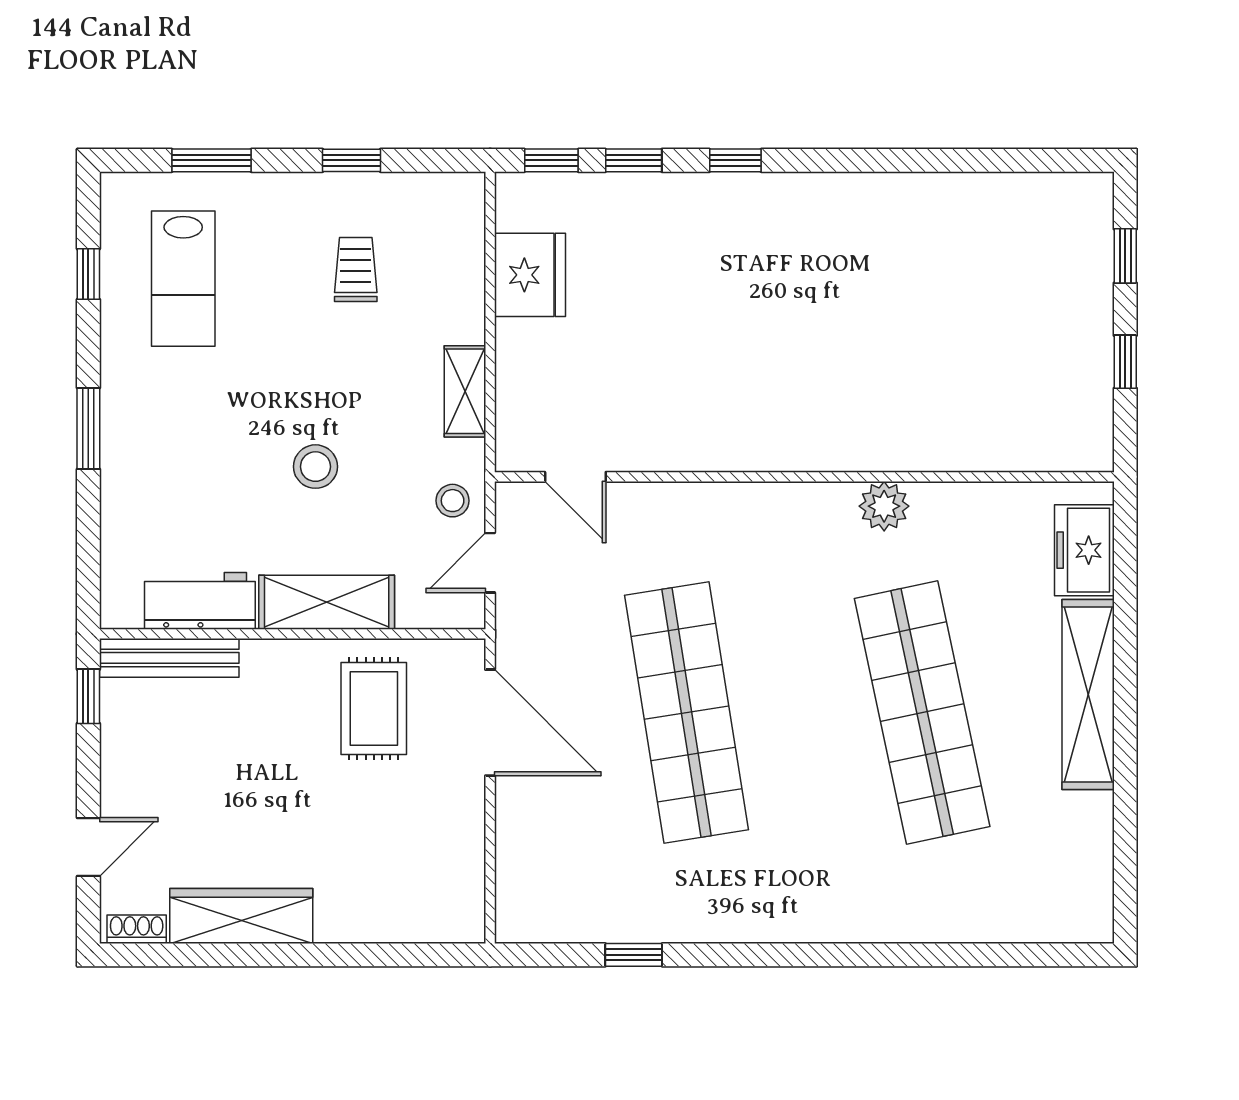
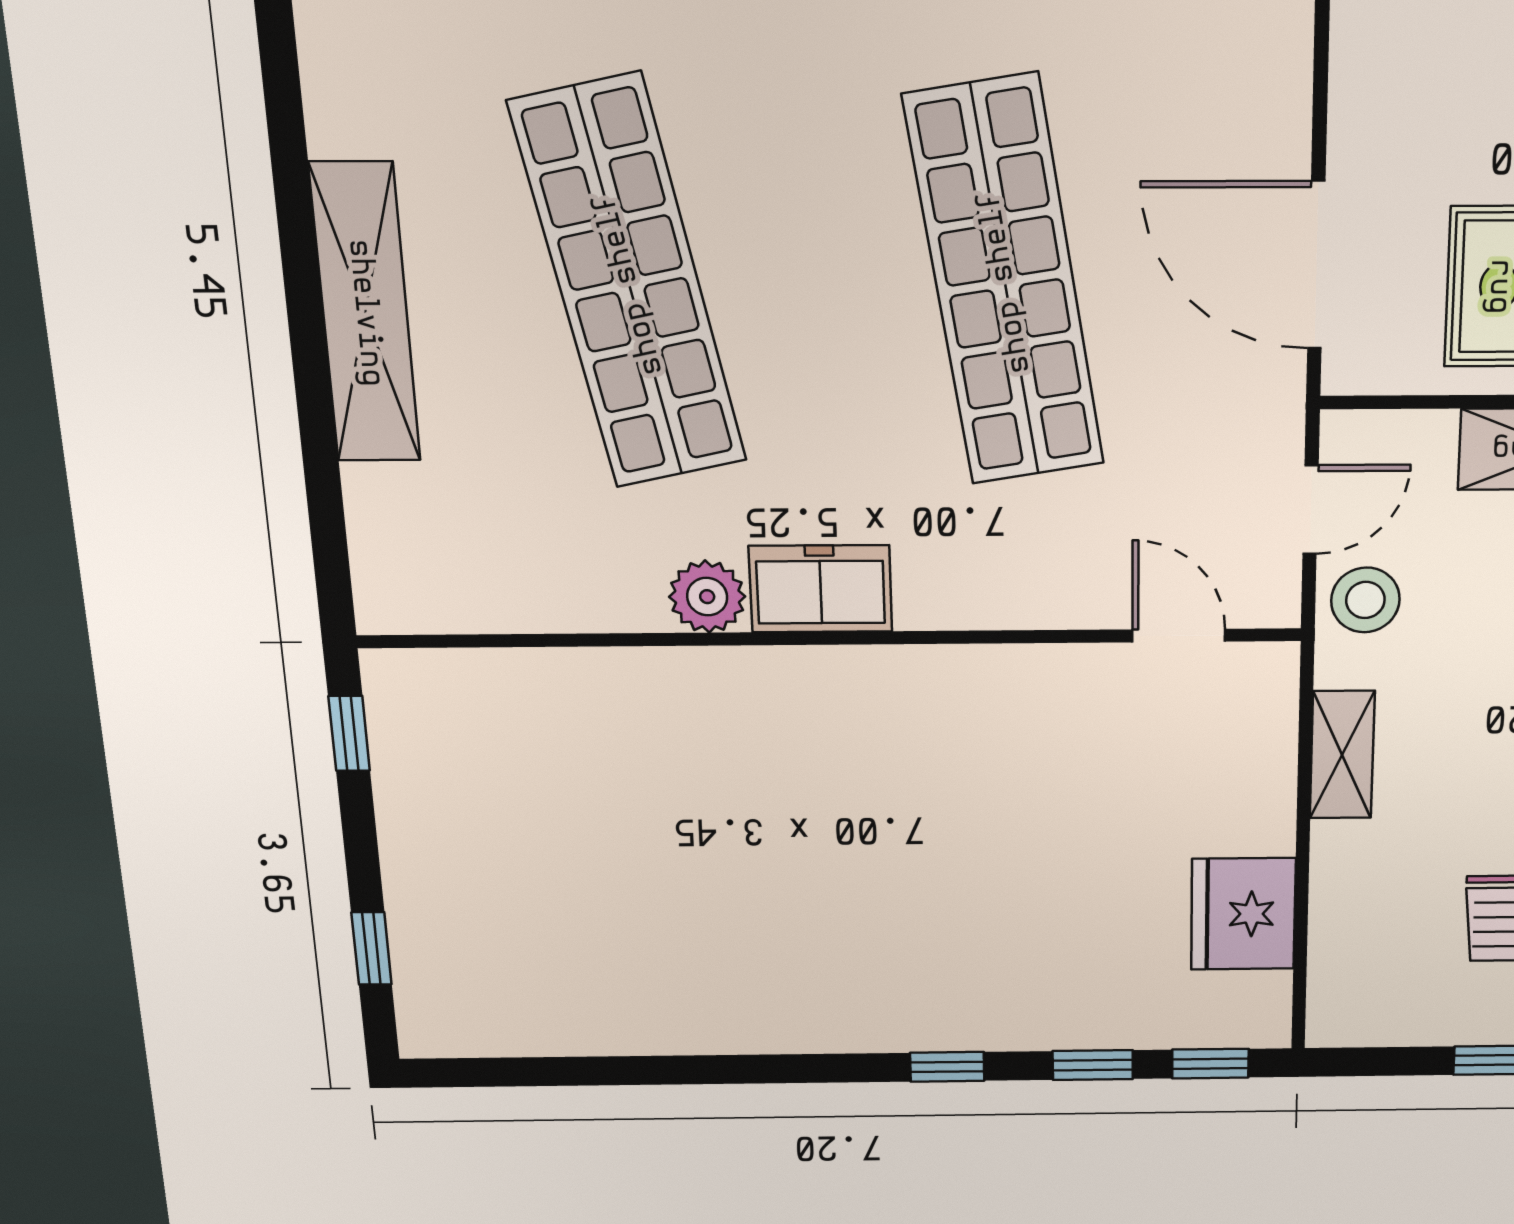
window: (1125, 362) -> (349, 733), moved
stool: (453, 501) -> (1365, 600), width x1.37, depth x1.37
freezer: (1084, 550) -> (821, 589), moved, turned -90

